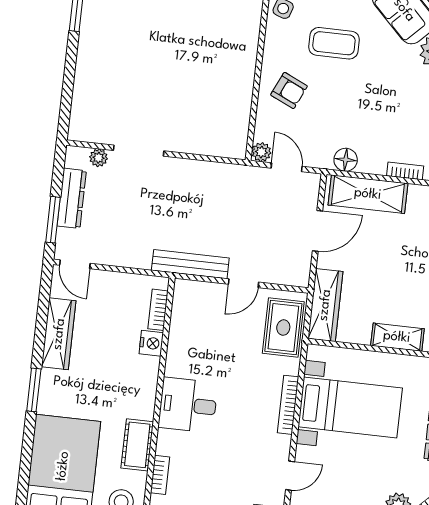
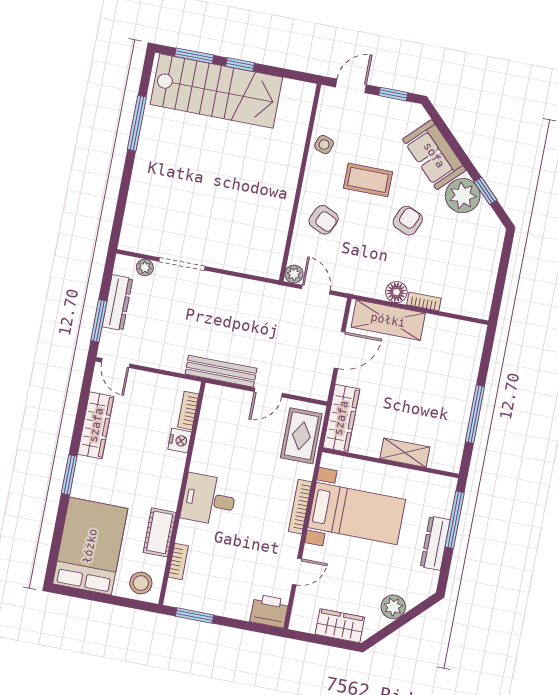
armchair: (381, 84) -> (408, 221), added
floor lamp: (346, 160) -> (396, 292), moved

